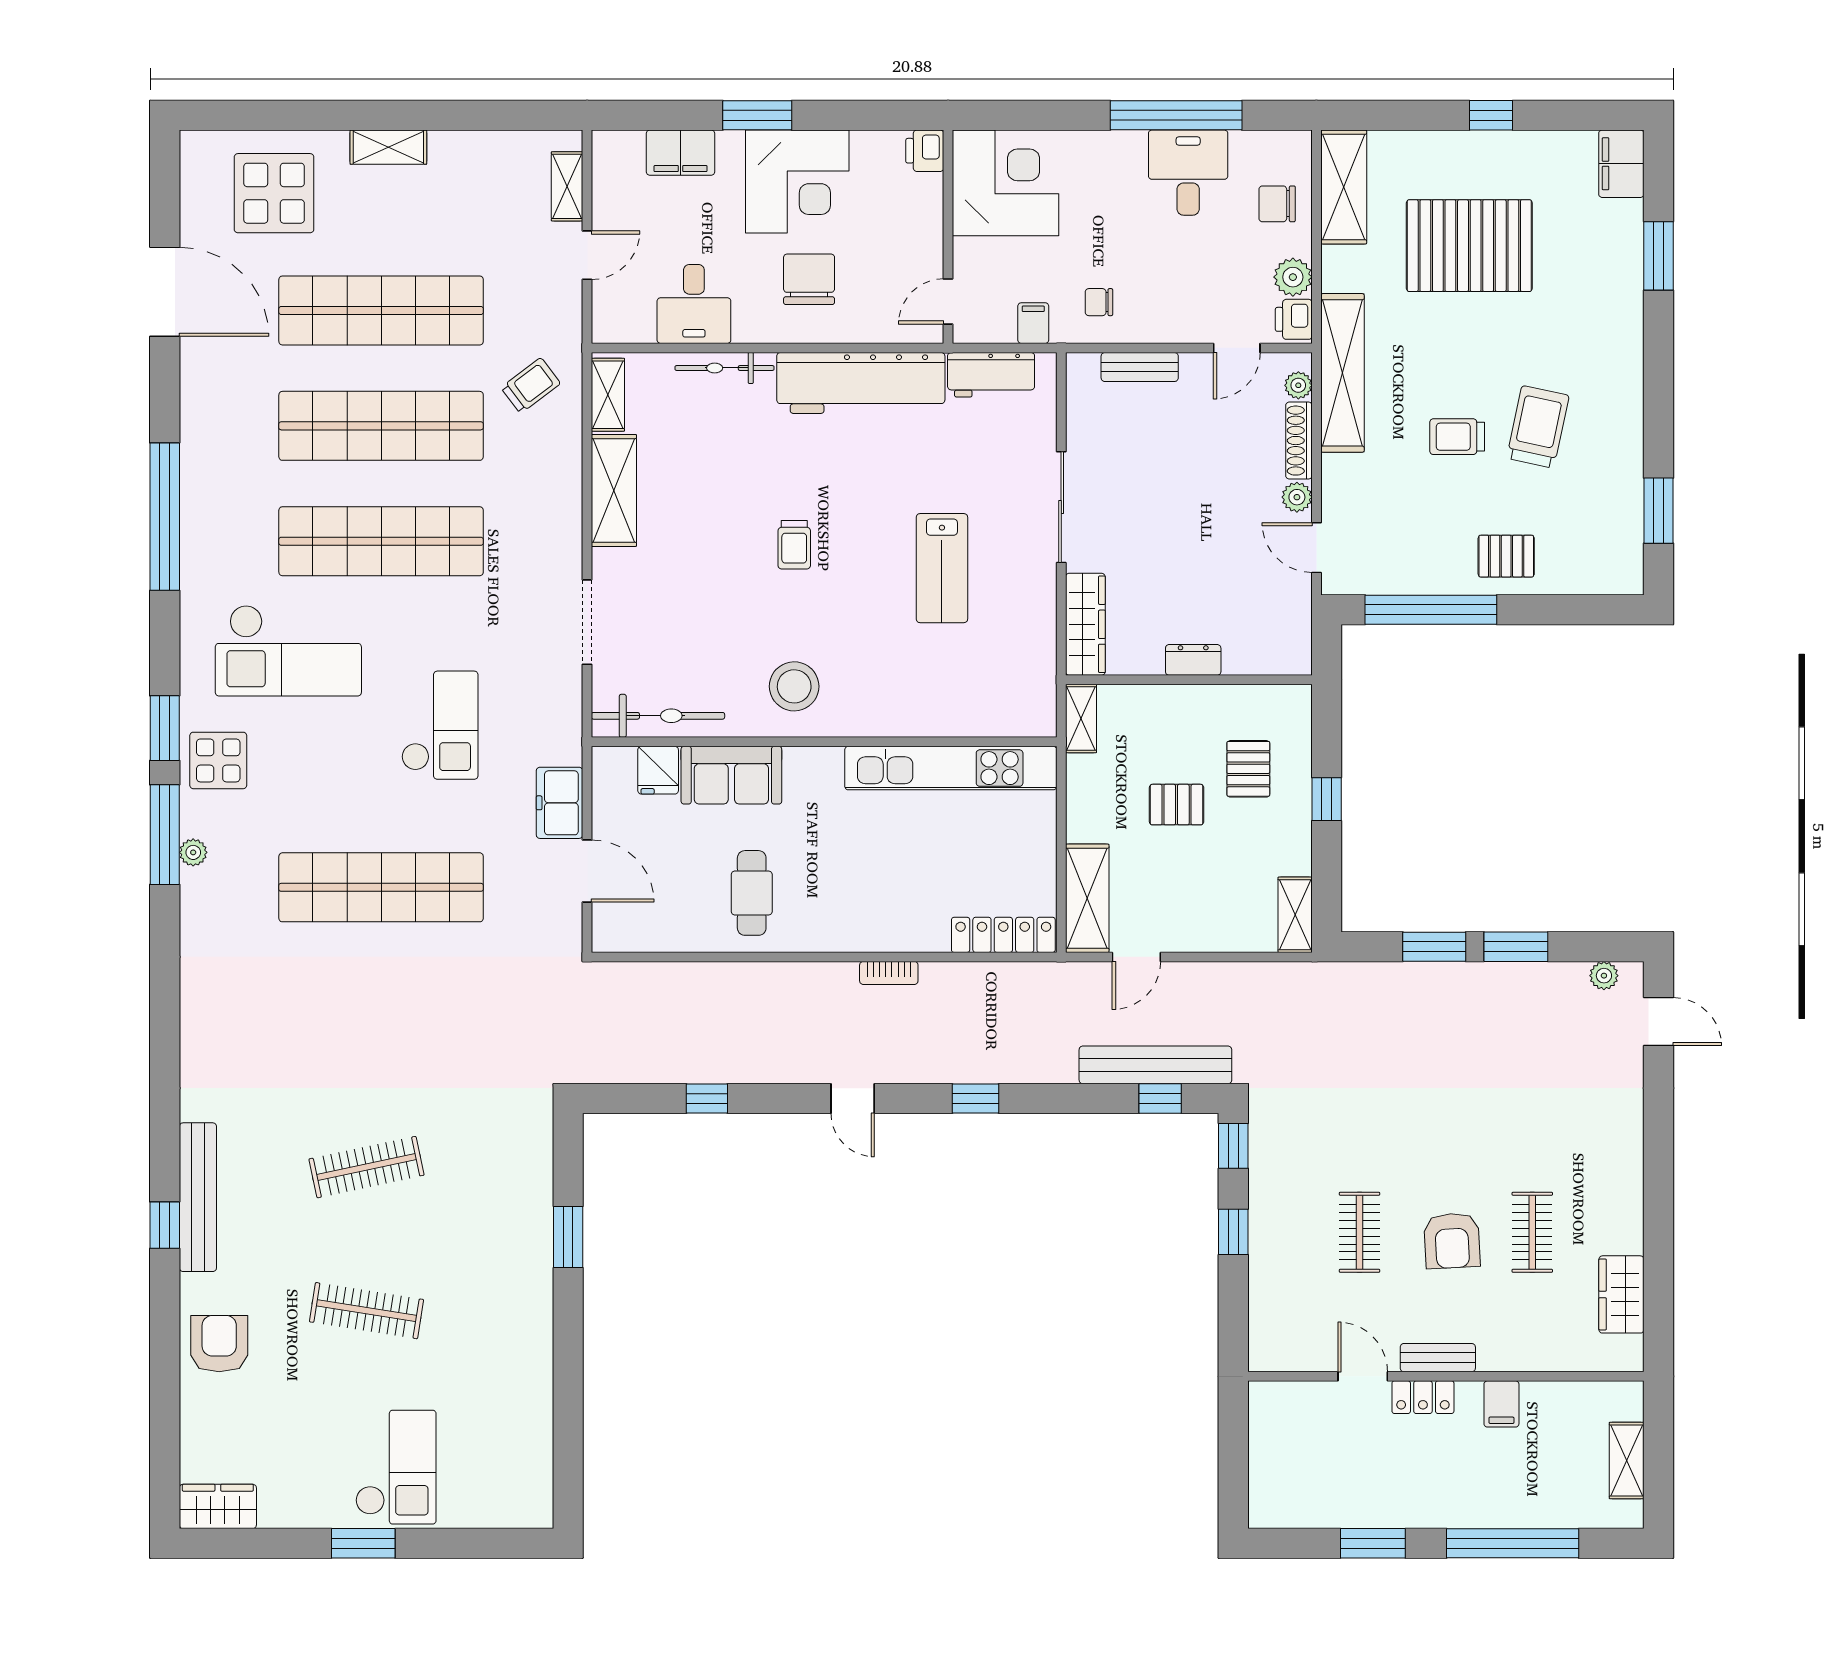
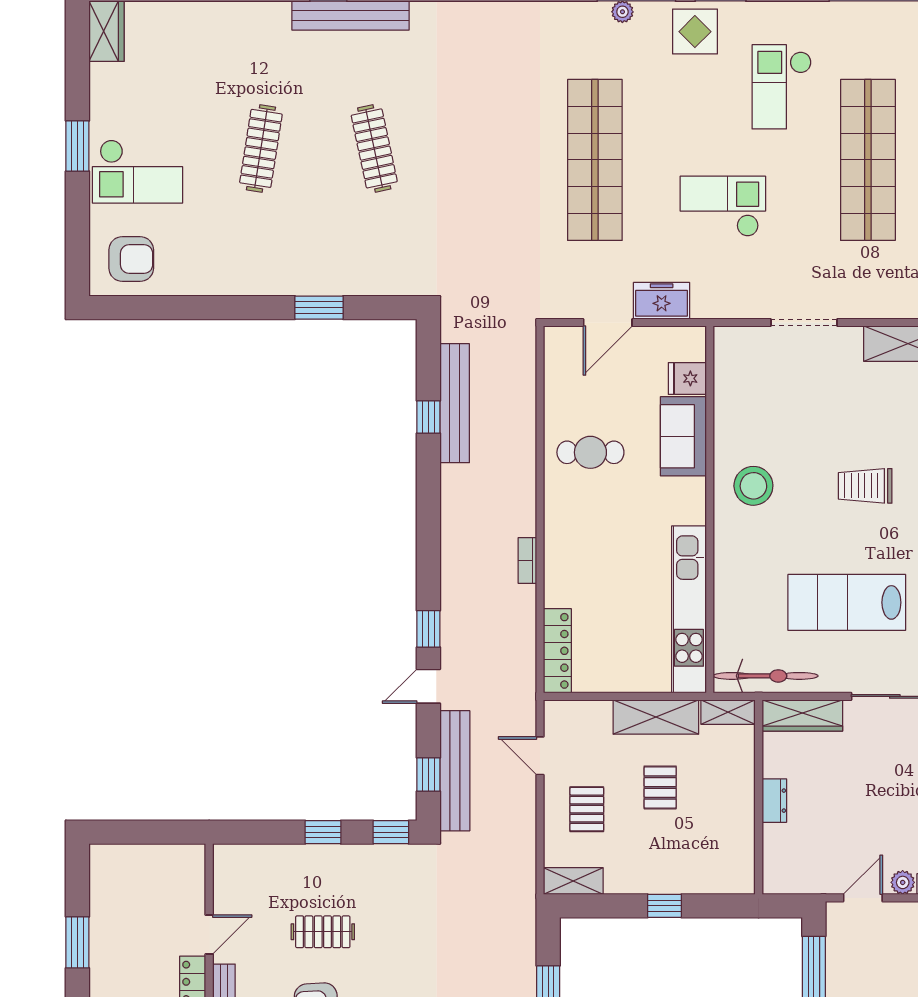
trolley: (794, 545) -> (865, 486), width x1.36, depth x1.39
lab bench: (942, 568) -> (847, 602), width x1.36, depth x1.39
checkout: (288, 651) -> (782, 87), width x0.73, depth x0.83
bicycle: (658, 716) -> (766, 676), moved, turned -90
checkout: (440, 725) -> (723, 206), turned 180
pallet: (1248, 769) -> (587, 809), moved, turned 90
shelving: (1087, 898) -> (656, 717), moved
bench: (689, 1065) -> (455, 403), added
door: (853, 1098) -> (428, 686), moved
armchair: (219, 1344) -> (131, 259), moved

